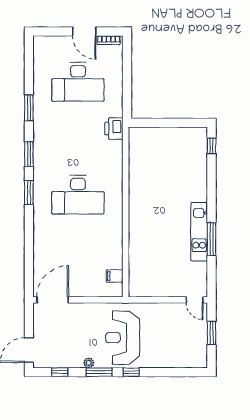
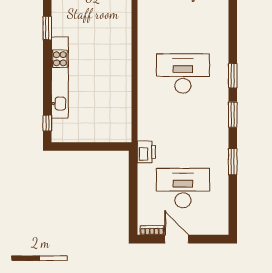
printer: (114, 129) -> (146, 152), moved
kitchen unit: (199, 232) -> (60, 77), moved, width x1.36
window: (212, 239) -> (47, 28), width x0.69

